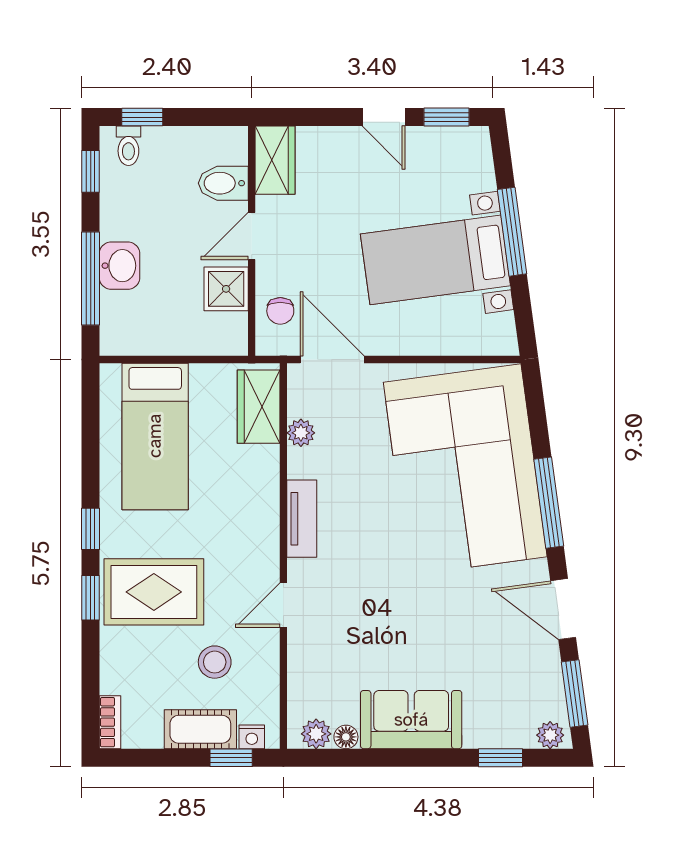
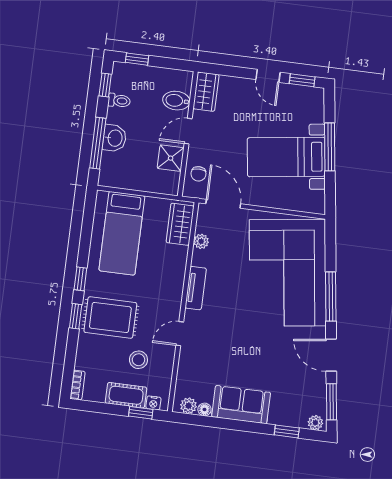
toilet: (128, 146) -> (119, 101), moved, turned -90

